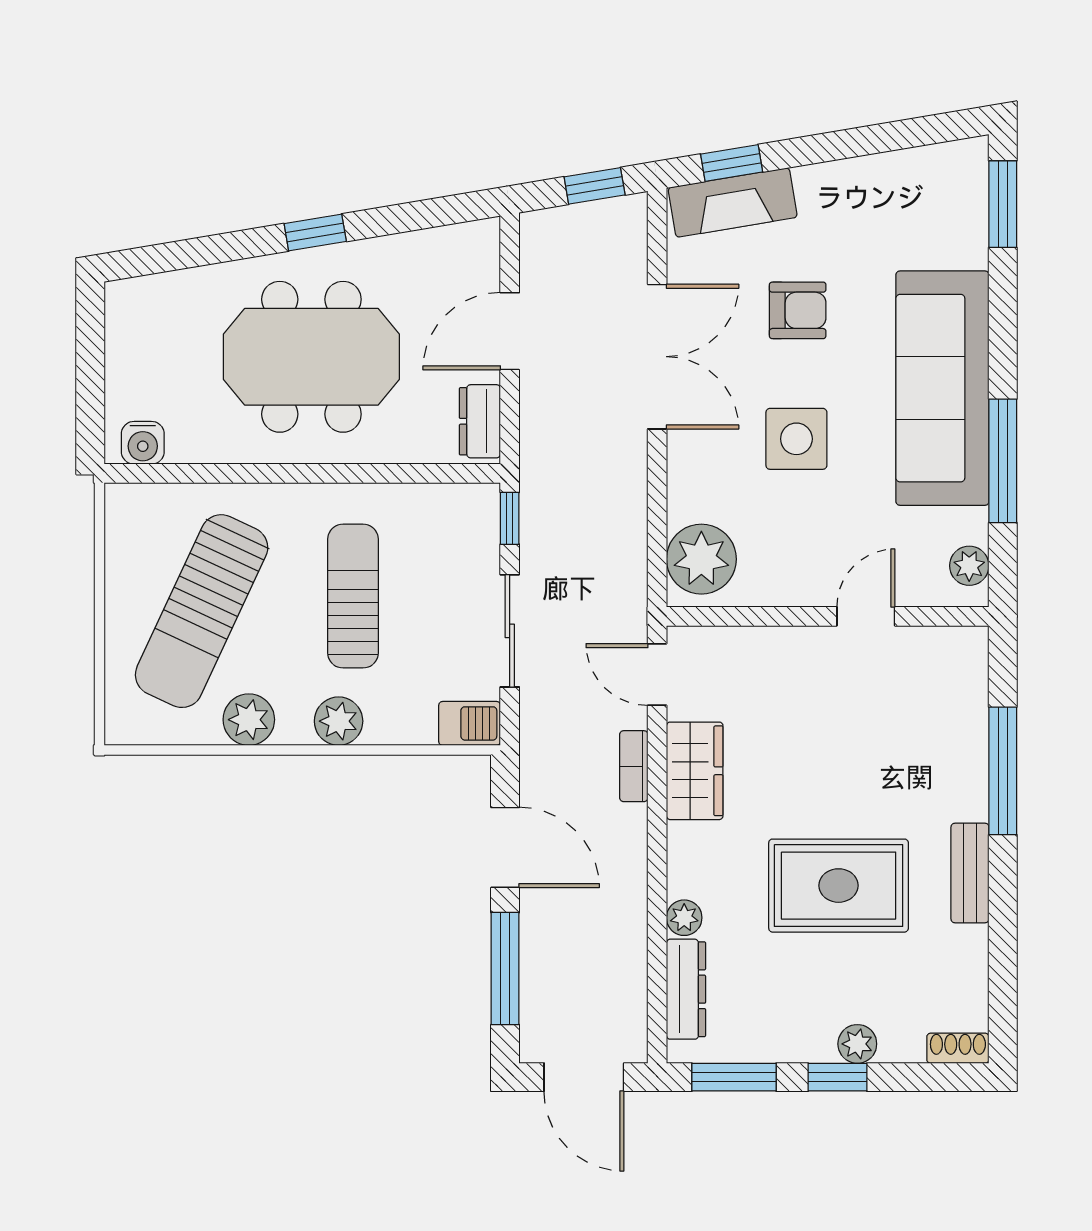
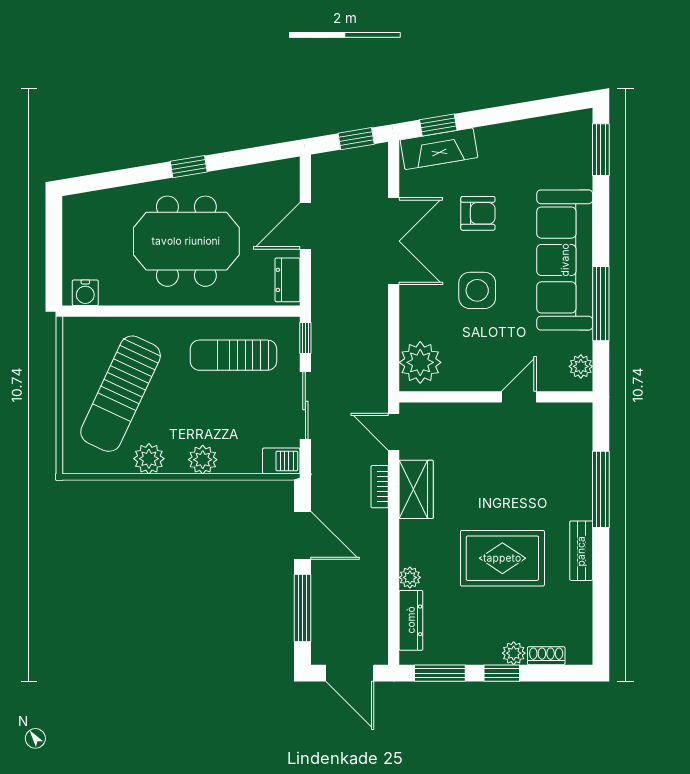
sun lounger: (353, 596) -> (233, 355), moved, turned -90
shoe rack: (958, 1048) -> (546, 656), moved

